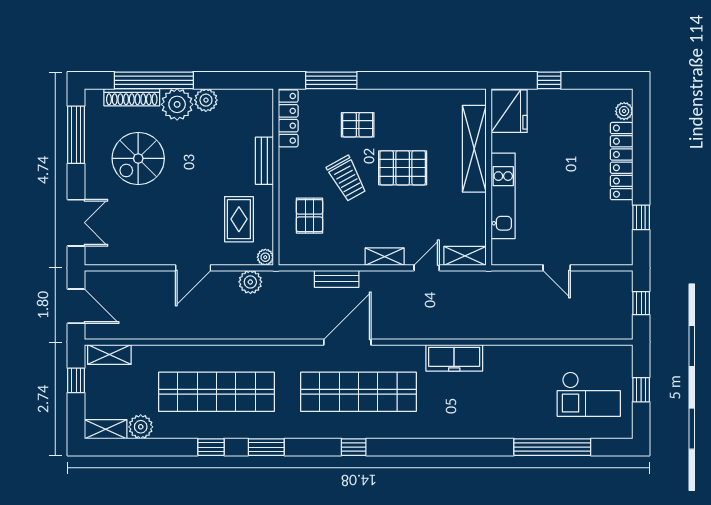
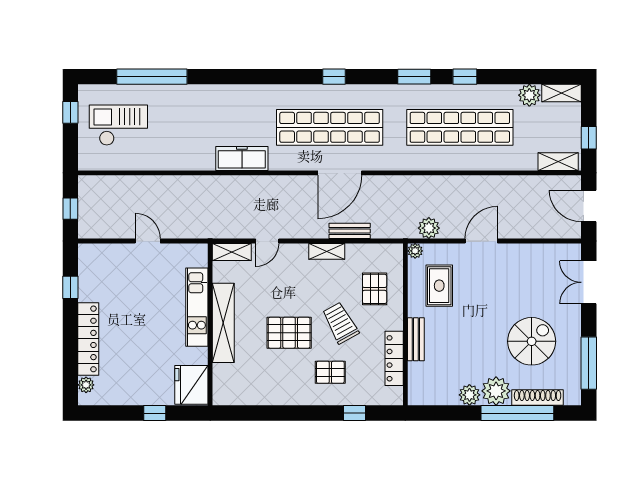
window: (331, 80) -> (355, 413), width x0.46
locker: (288, 118) -> (394, 358), moved
shelving: (474, 149) -> (223, 323), moved
shelving: (385, 257) -> (327, 251), moved
window: (641, 390) -> (70, 112), moved

